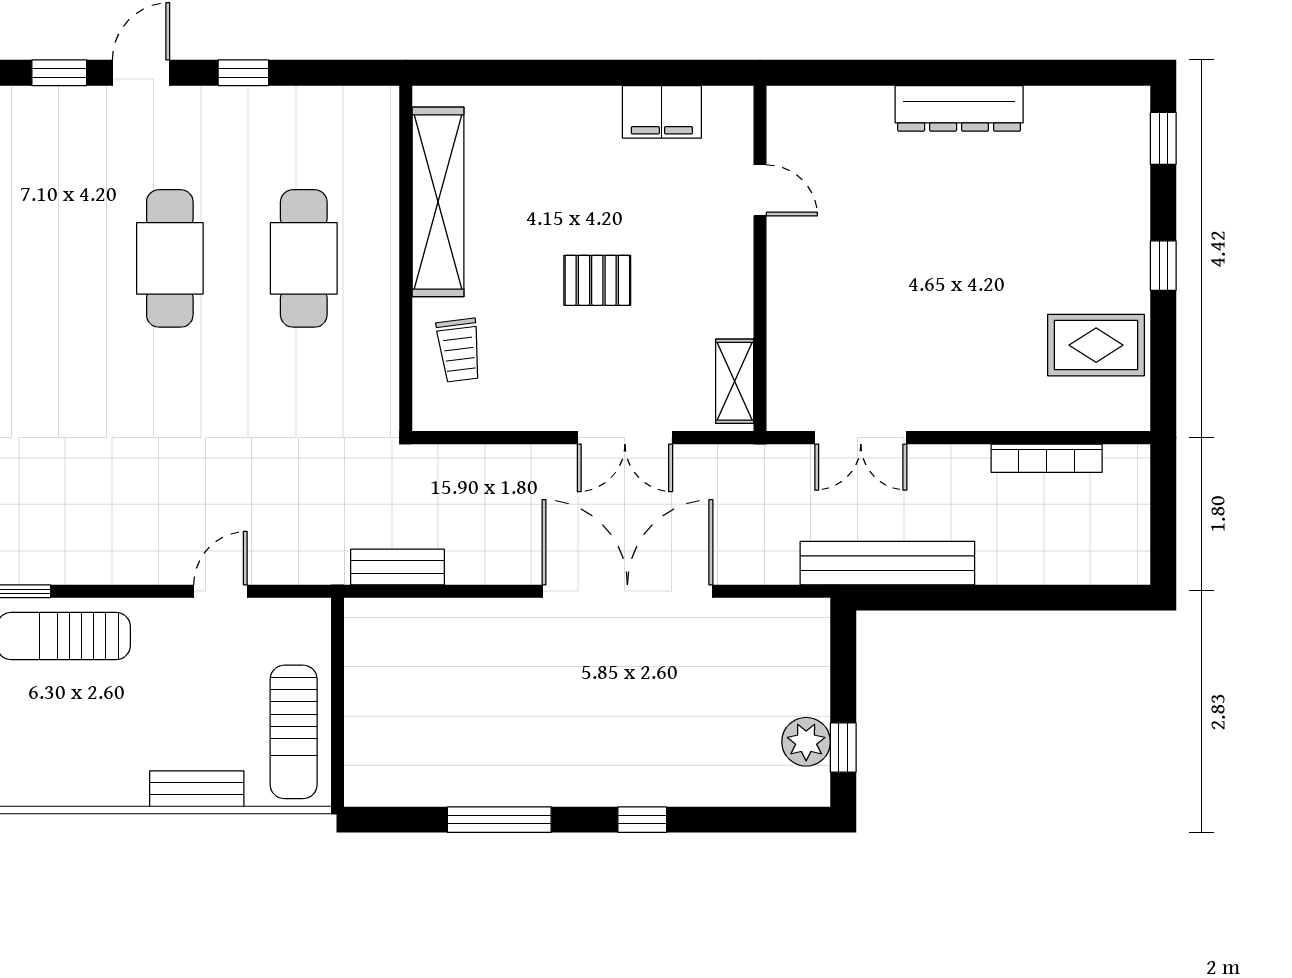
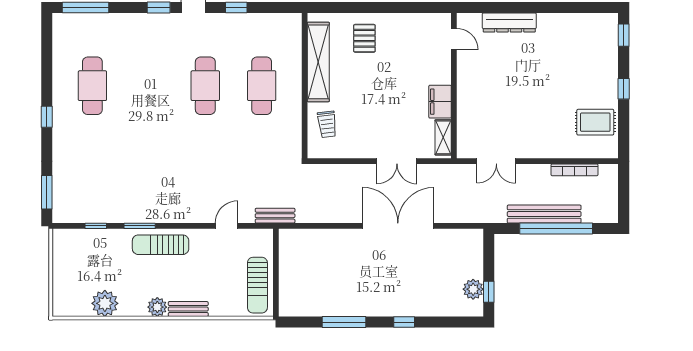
dresser: (959, 108) -> (509, 23), moved
filing cabinet: (662, 112) -> (440, 102), moved, turned 90
door: (760, 190) -> (454, 39), moved
pallet: (597, 280) -> (364, 38), moved, turned 90
bench: (887, 563) -> (544, 214), moved
bench: (397, 567) -> (275, 216), moved
window: (1003, 598) -> (556, 229), added
plant: (56, 784) -> (157, 307), added
bench: (197, 789) -> (188, 309), moved

